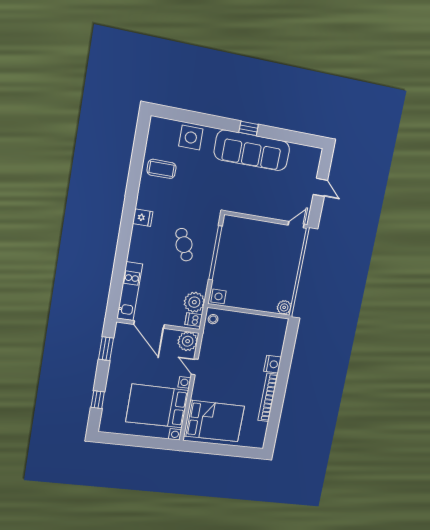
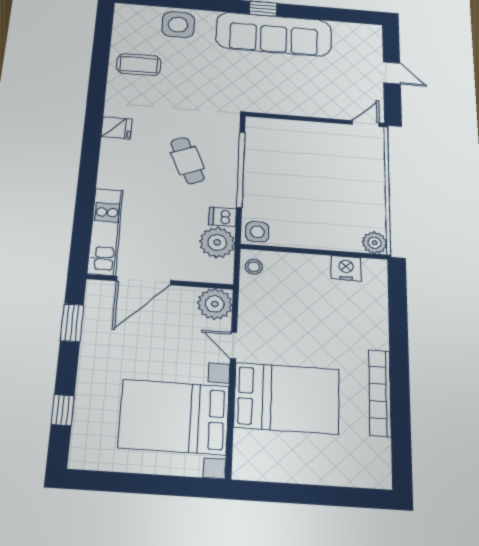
dishwasher: (194, 320) -> (223, 217), moved
door: (149, 325) -> (144, 281), hinge flipped
nightstand: (273, 364) -> (346, 268), moved, turned -90
bed: (214, 421) -> (287, 398), moved

